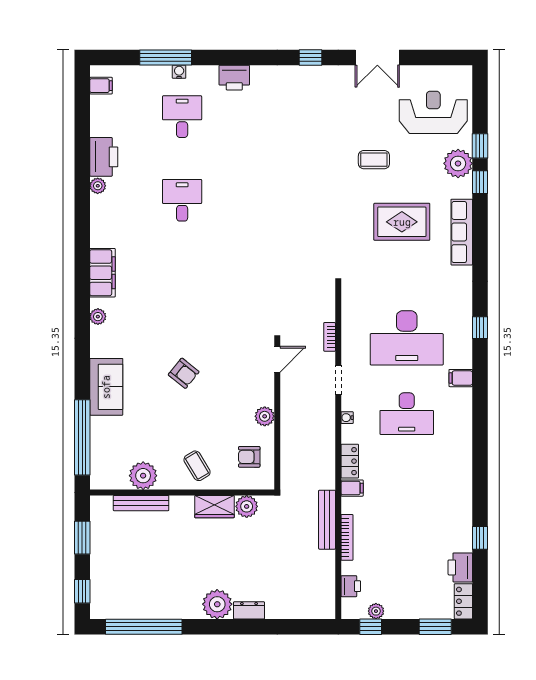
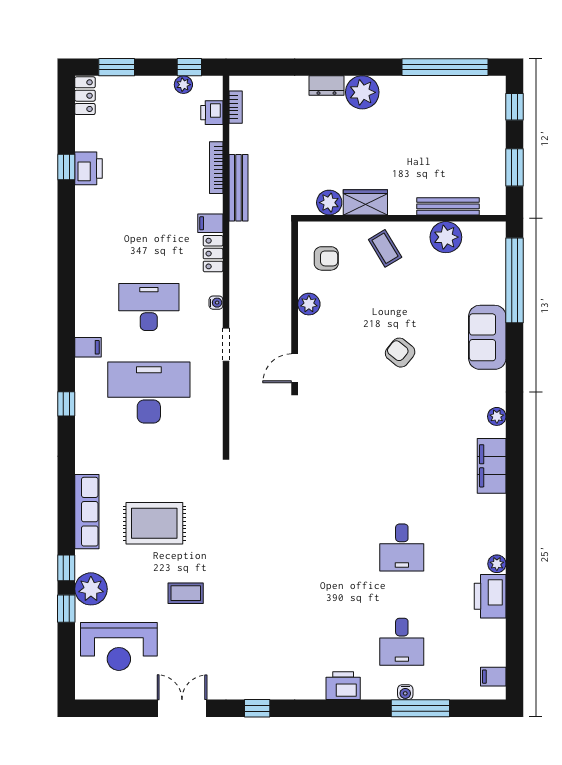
bookcase: (330, 337) -> (236, 107), moved
printer: (460, 567) -> (88, 168), moved

